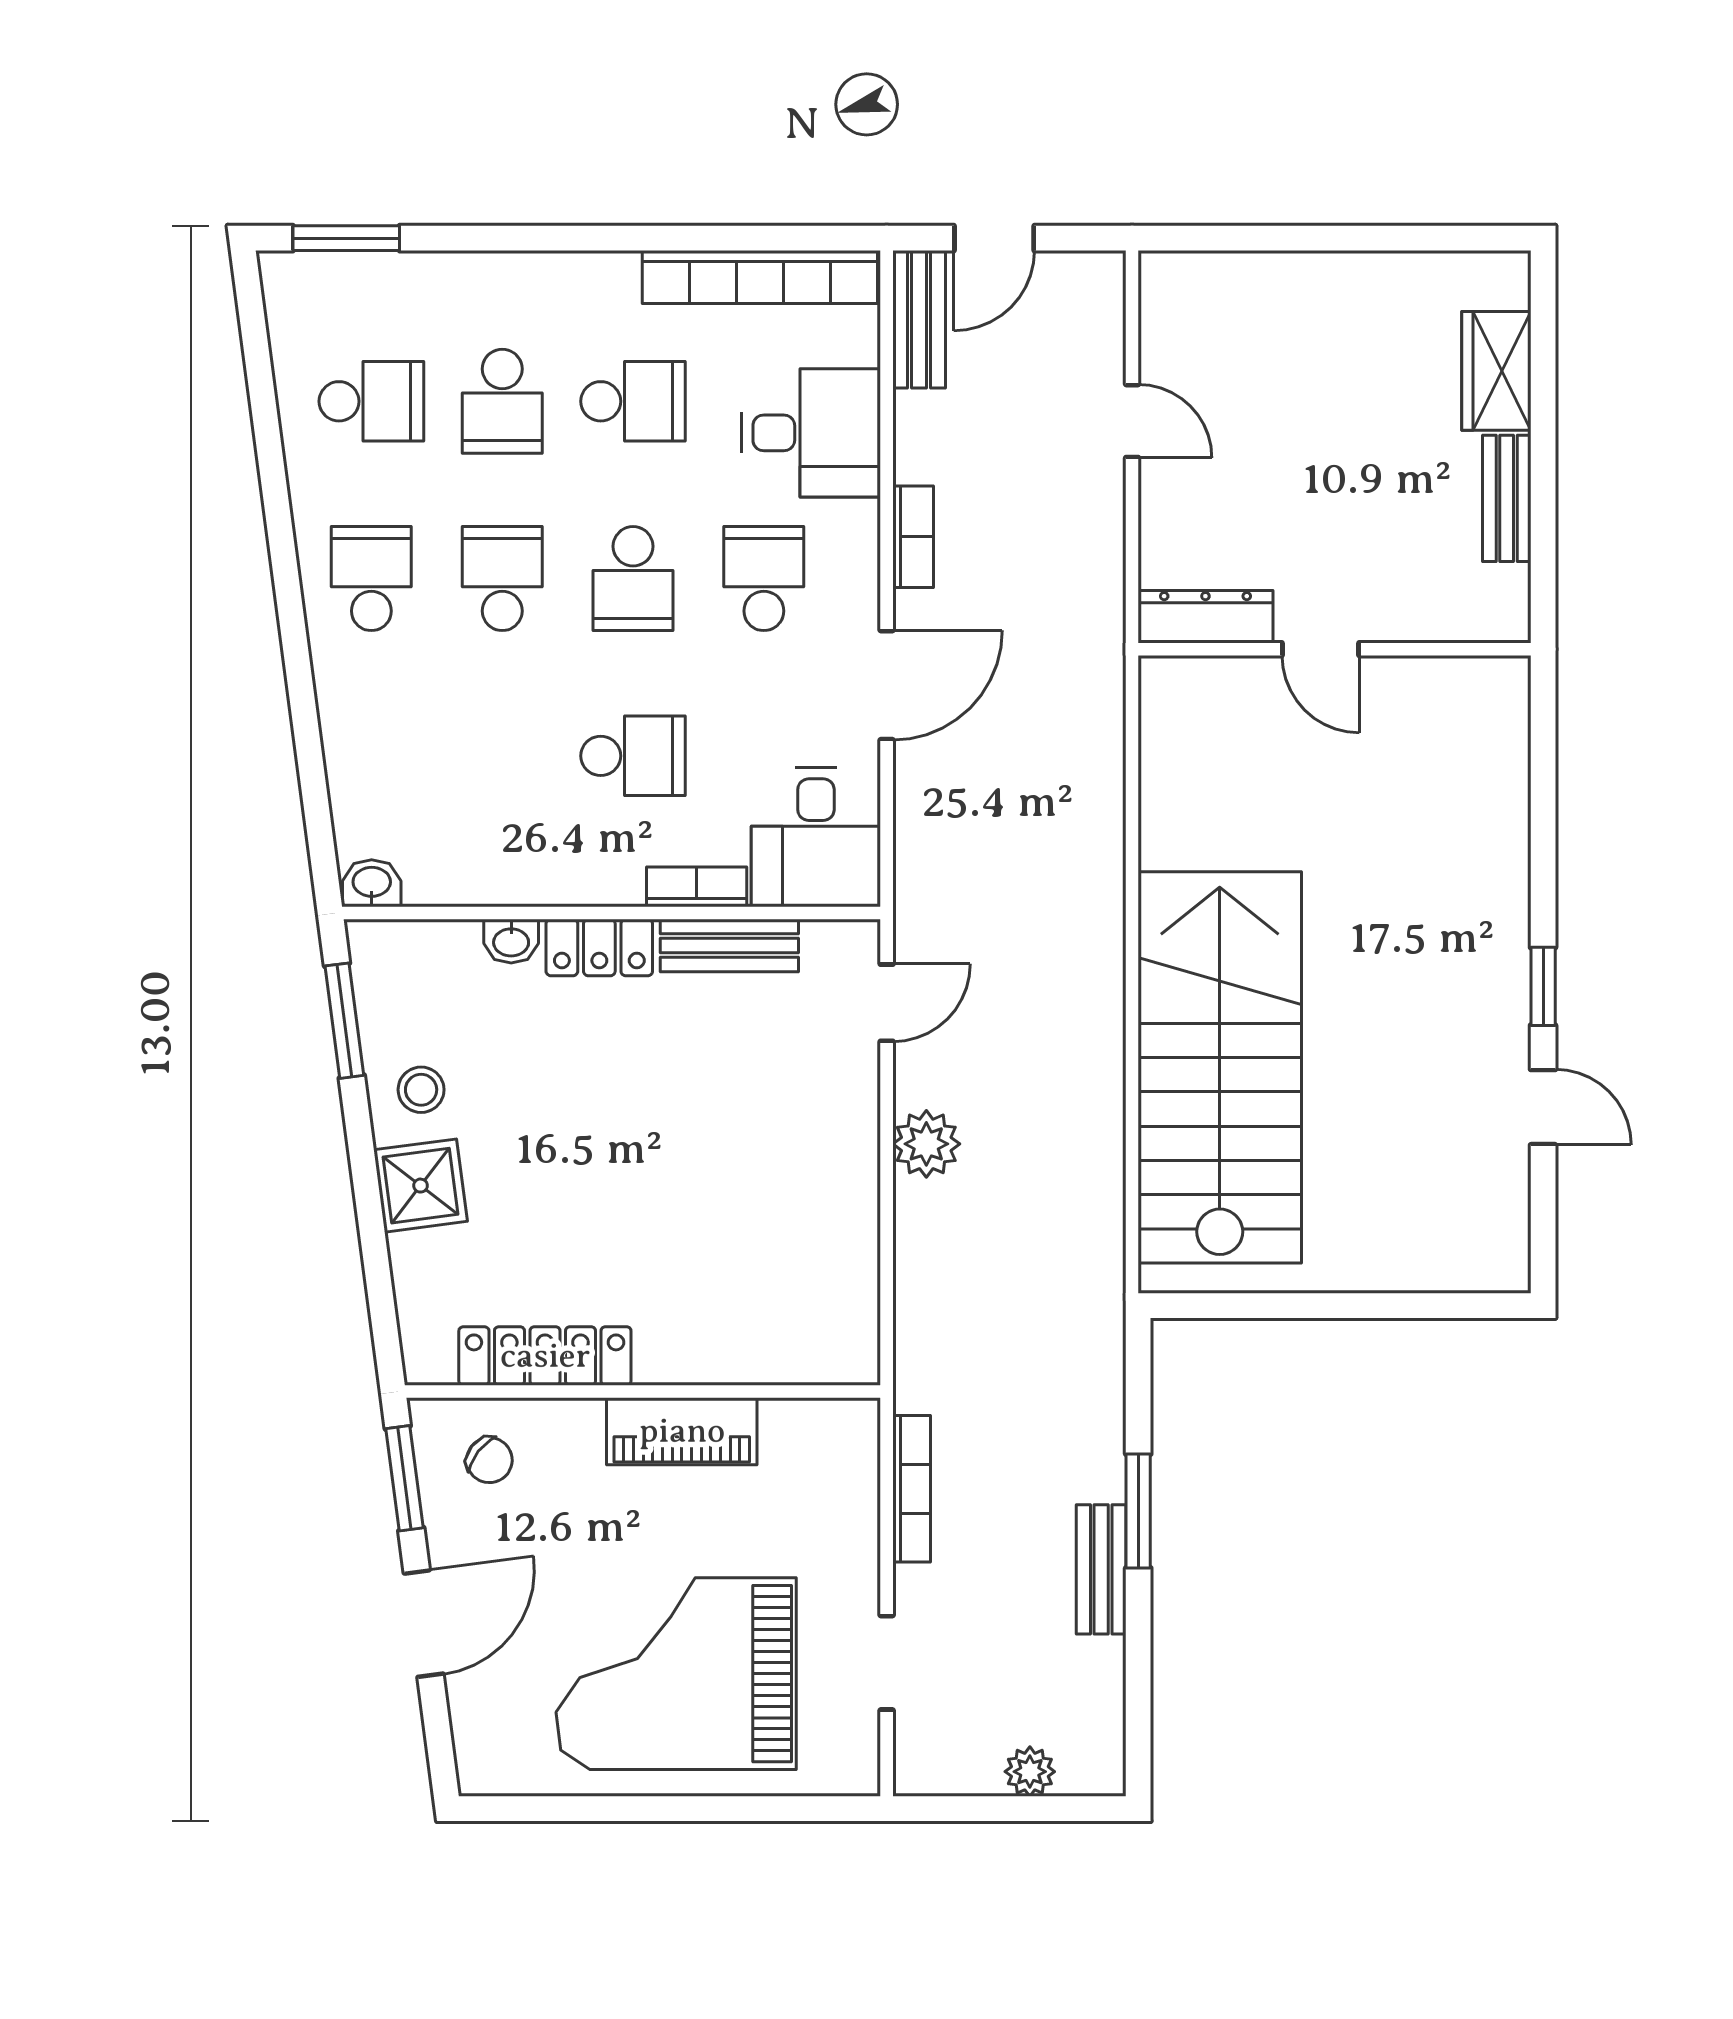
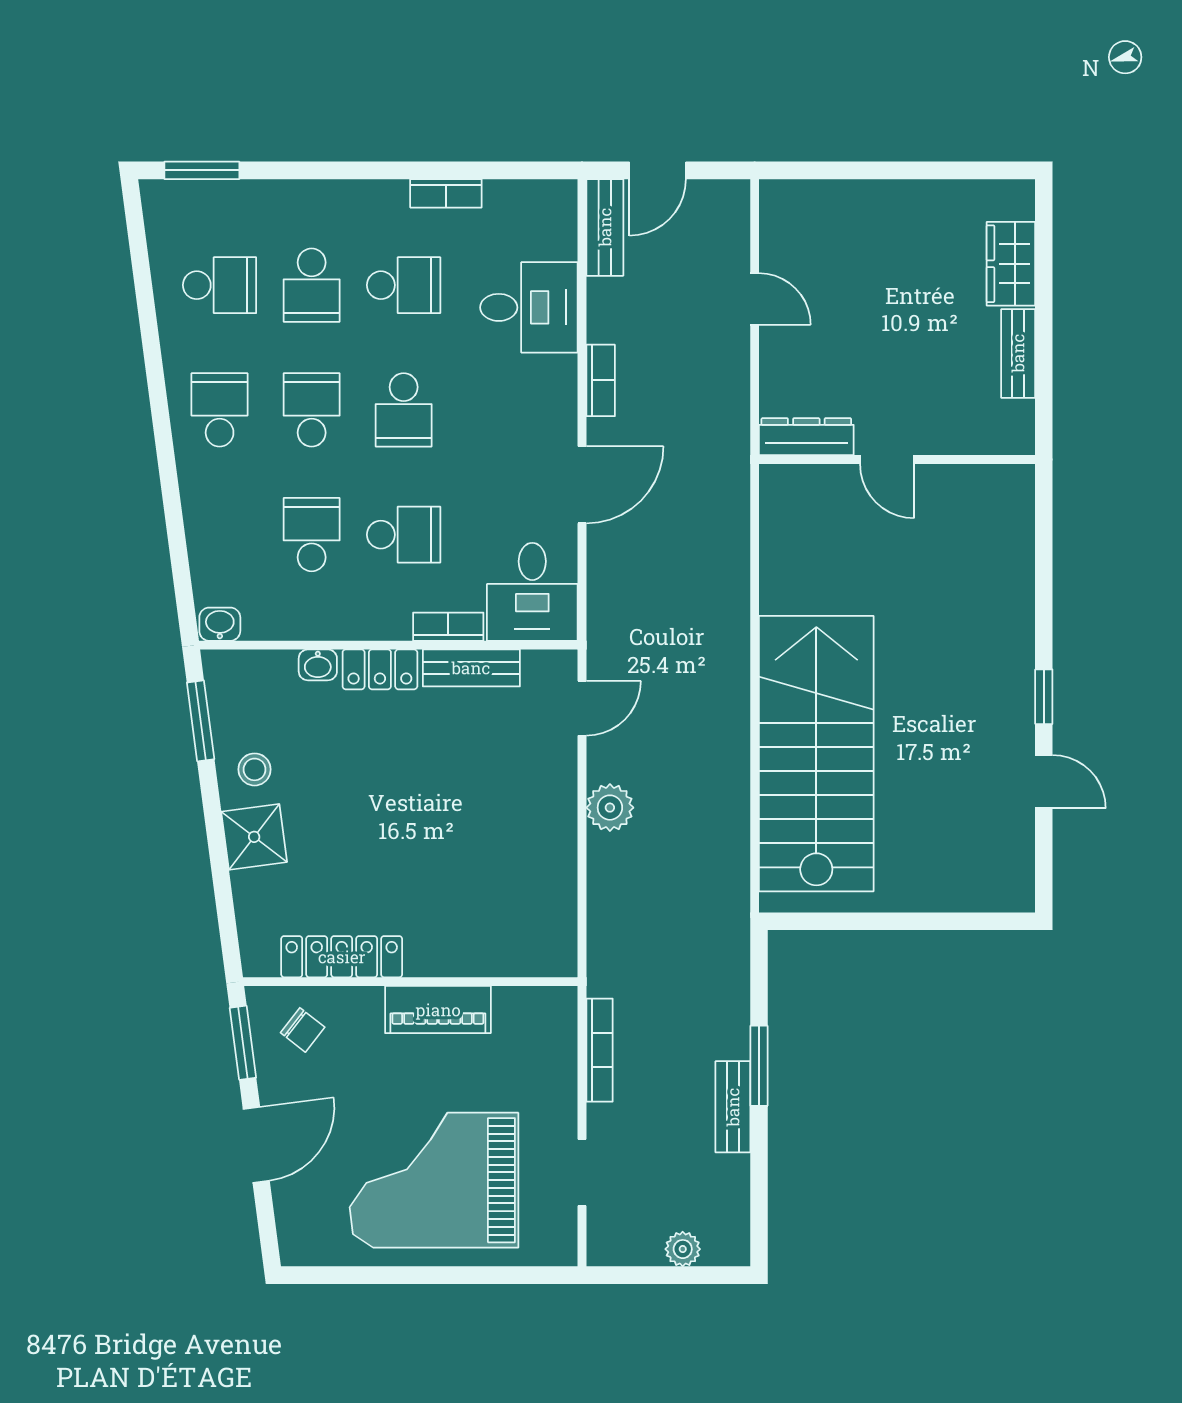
bookcase: (760, 277) -> (446, 193), width x0.43, depth x0.76
school desk: (764, 579) -> (312, 535), moved

